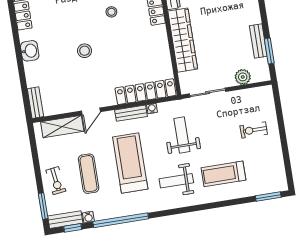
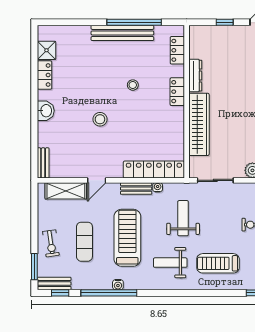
water cooler: (88, 217) -> (118, 285), moved

